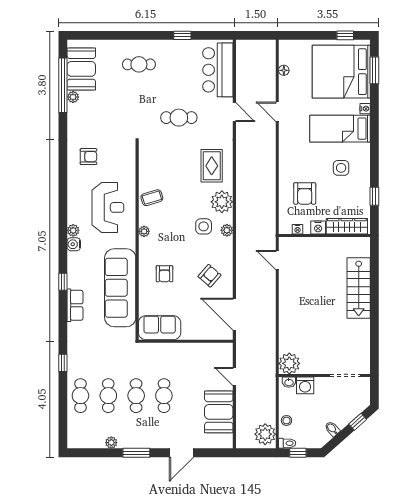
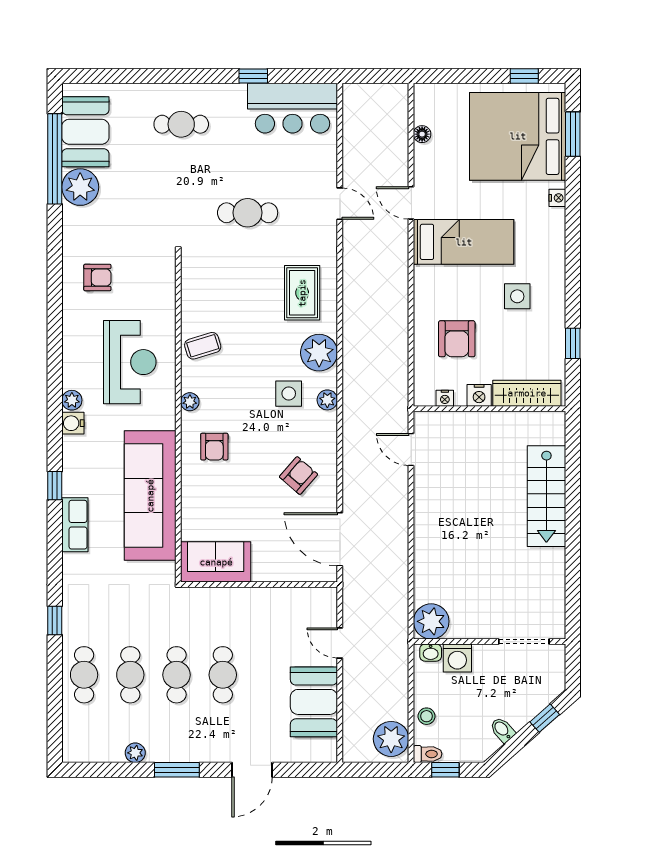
bar counter: (218, 70) -> (293, 108), moved, turned -90
plant: (73, 97) -> (80, 187), width x1.87, depth x1.87
bed: (340, 129) -> (464, 242), moved, turned 180
armchair: (164, 274) -> (214, 447), moved

